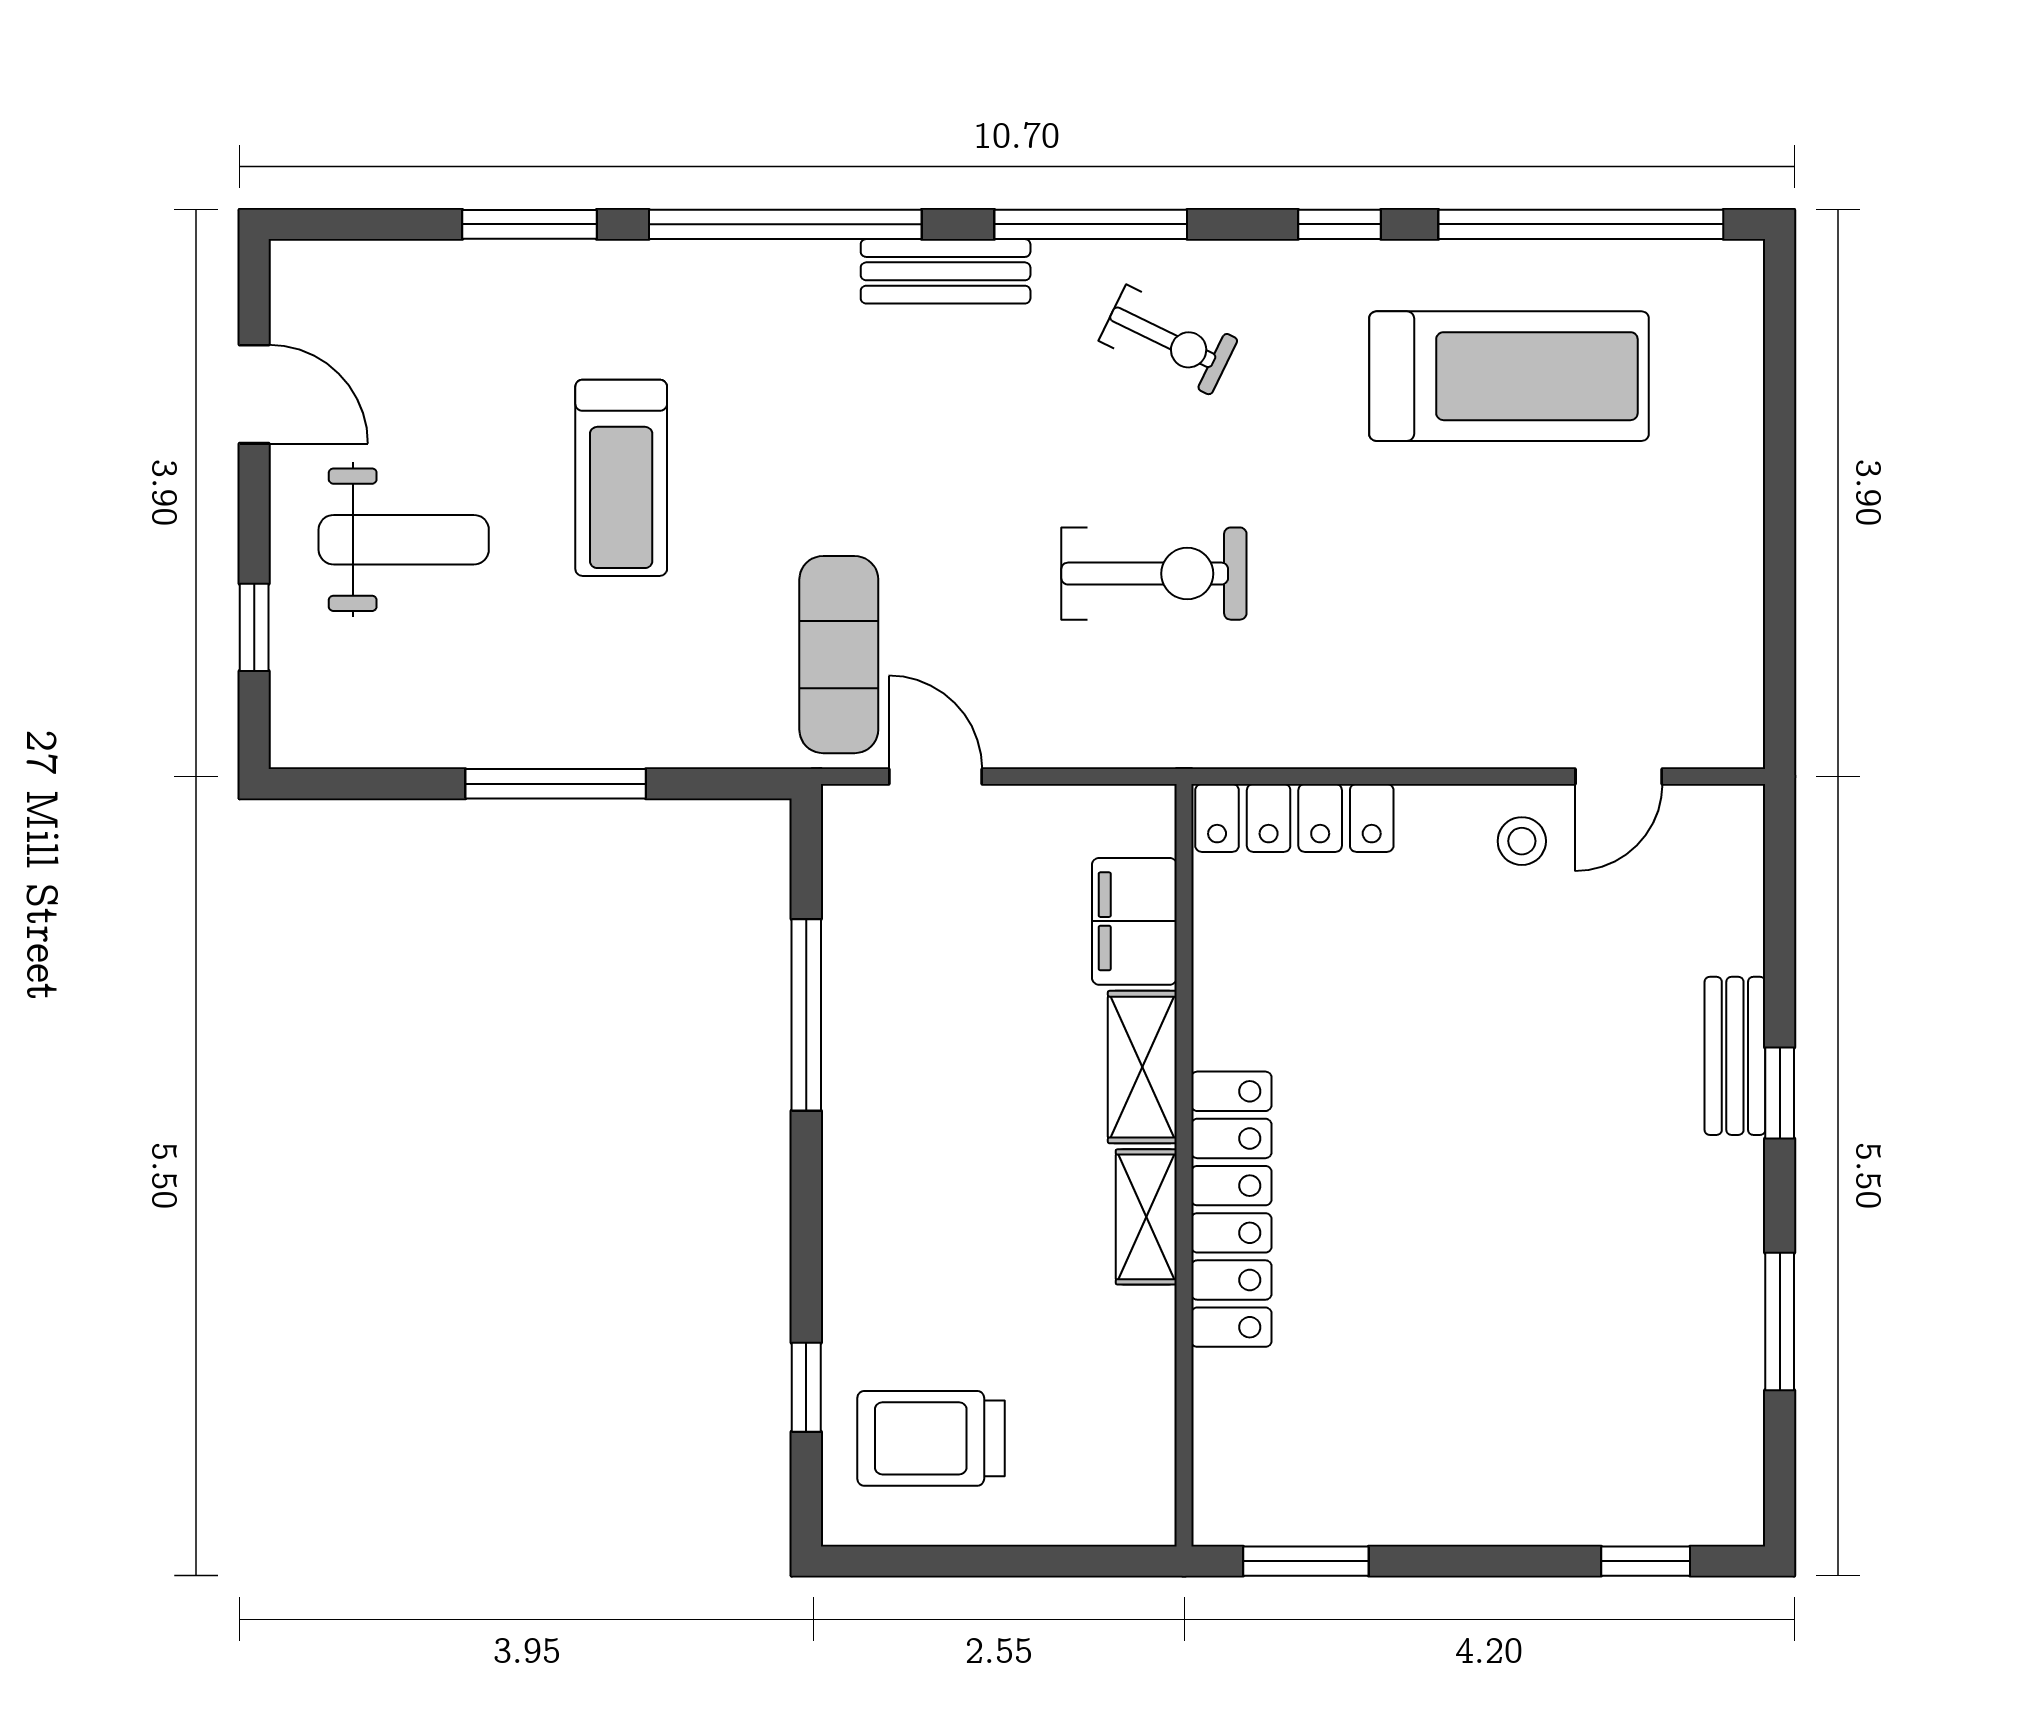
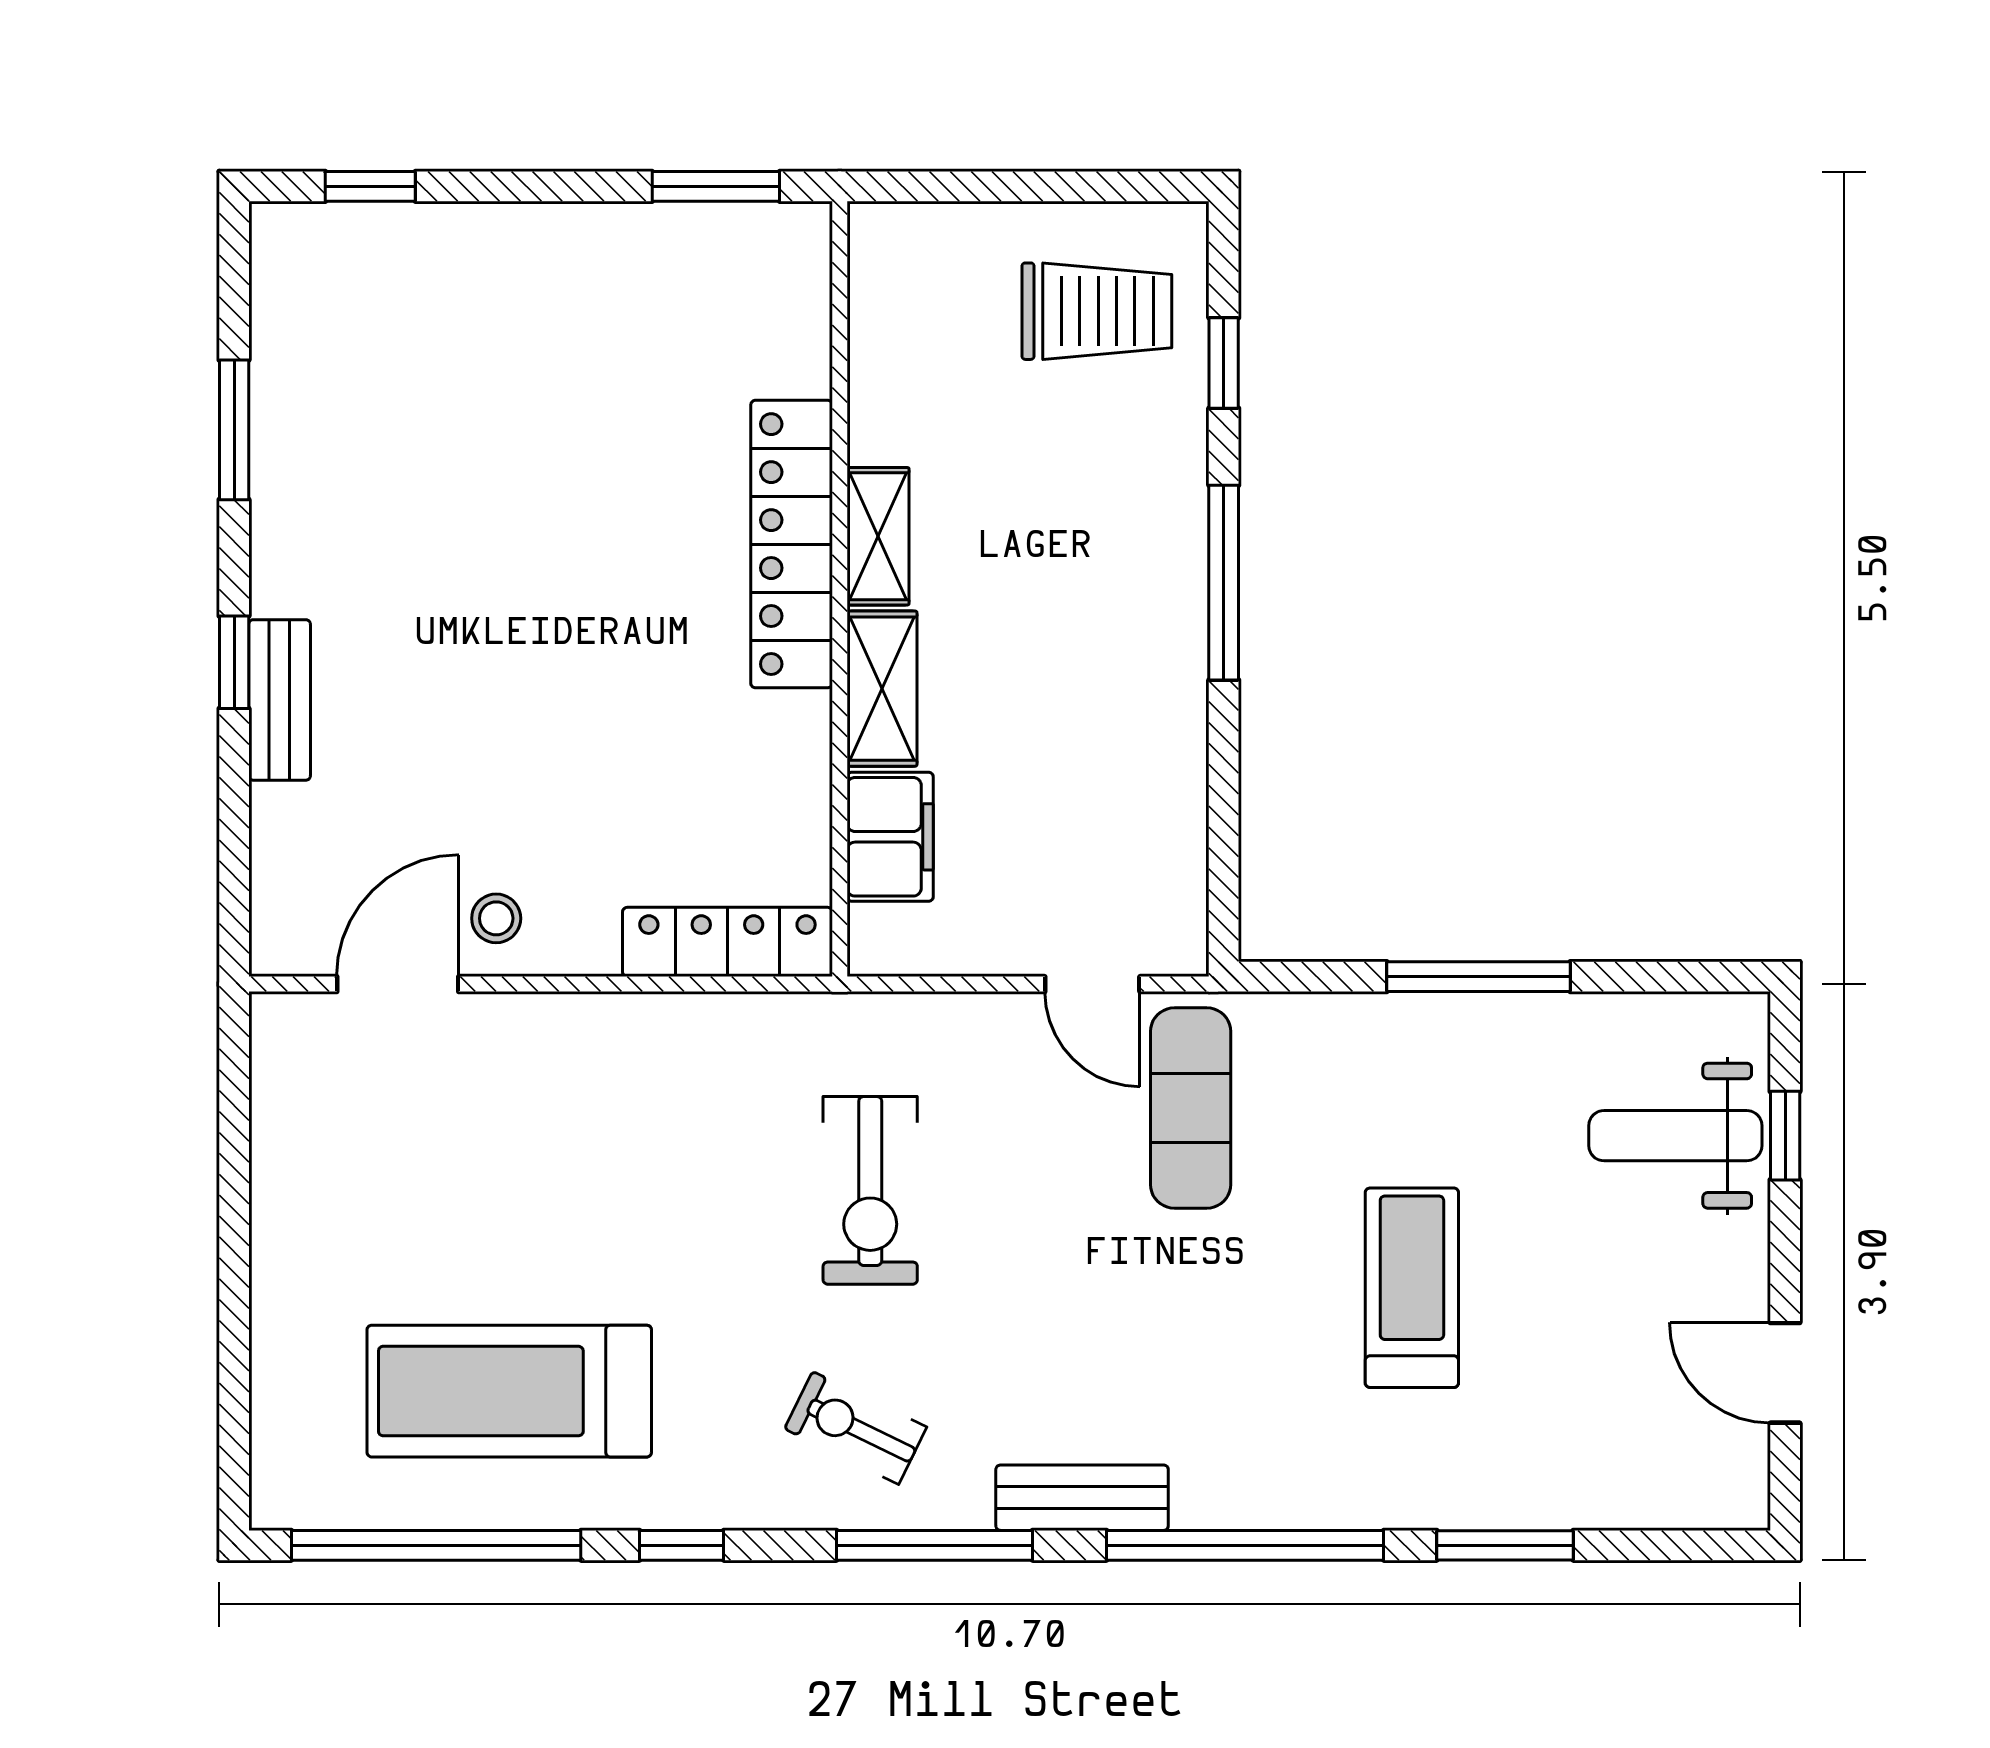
weight bench: (404, 540) -> (1675, 1136), moved
exercise bike: (1154, 574) -> (870, 1190), turned -90
door: (1619, 777) -> (398, 984), width x1.38
window: (806, 1015) -> (1224, 583), moved

